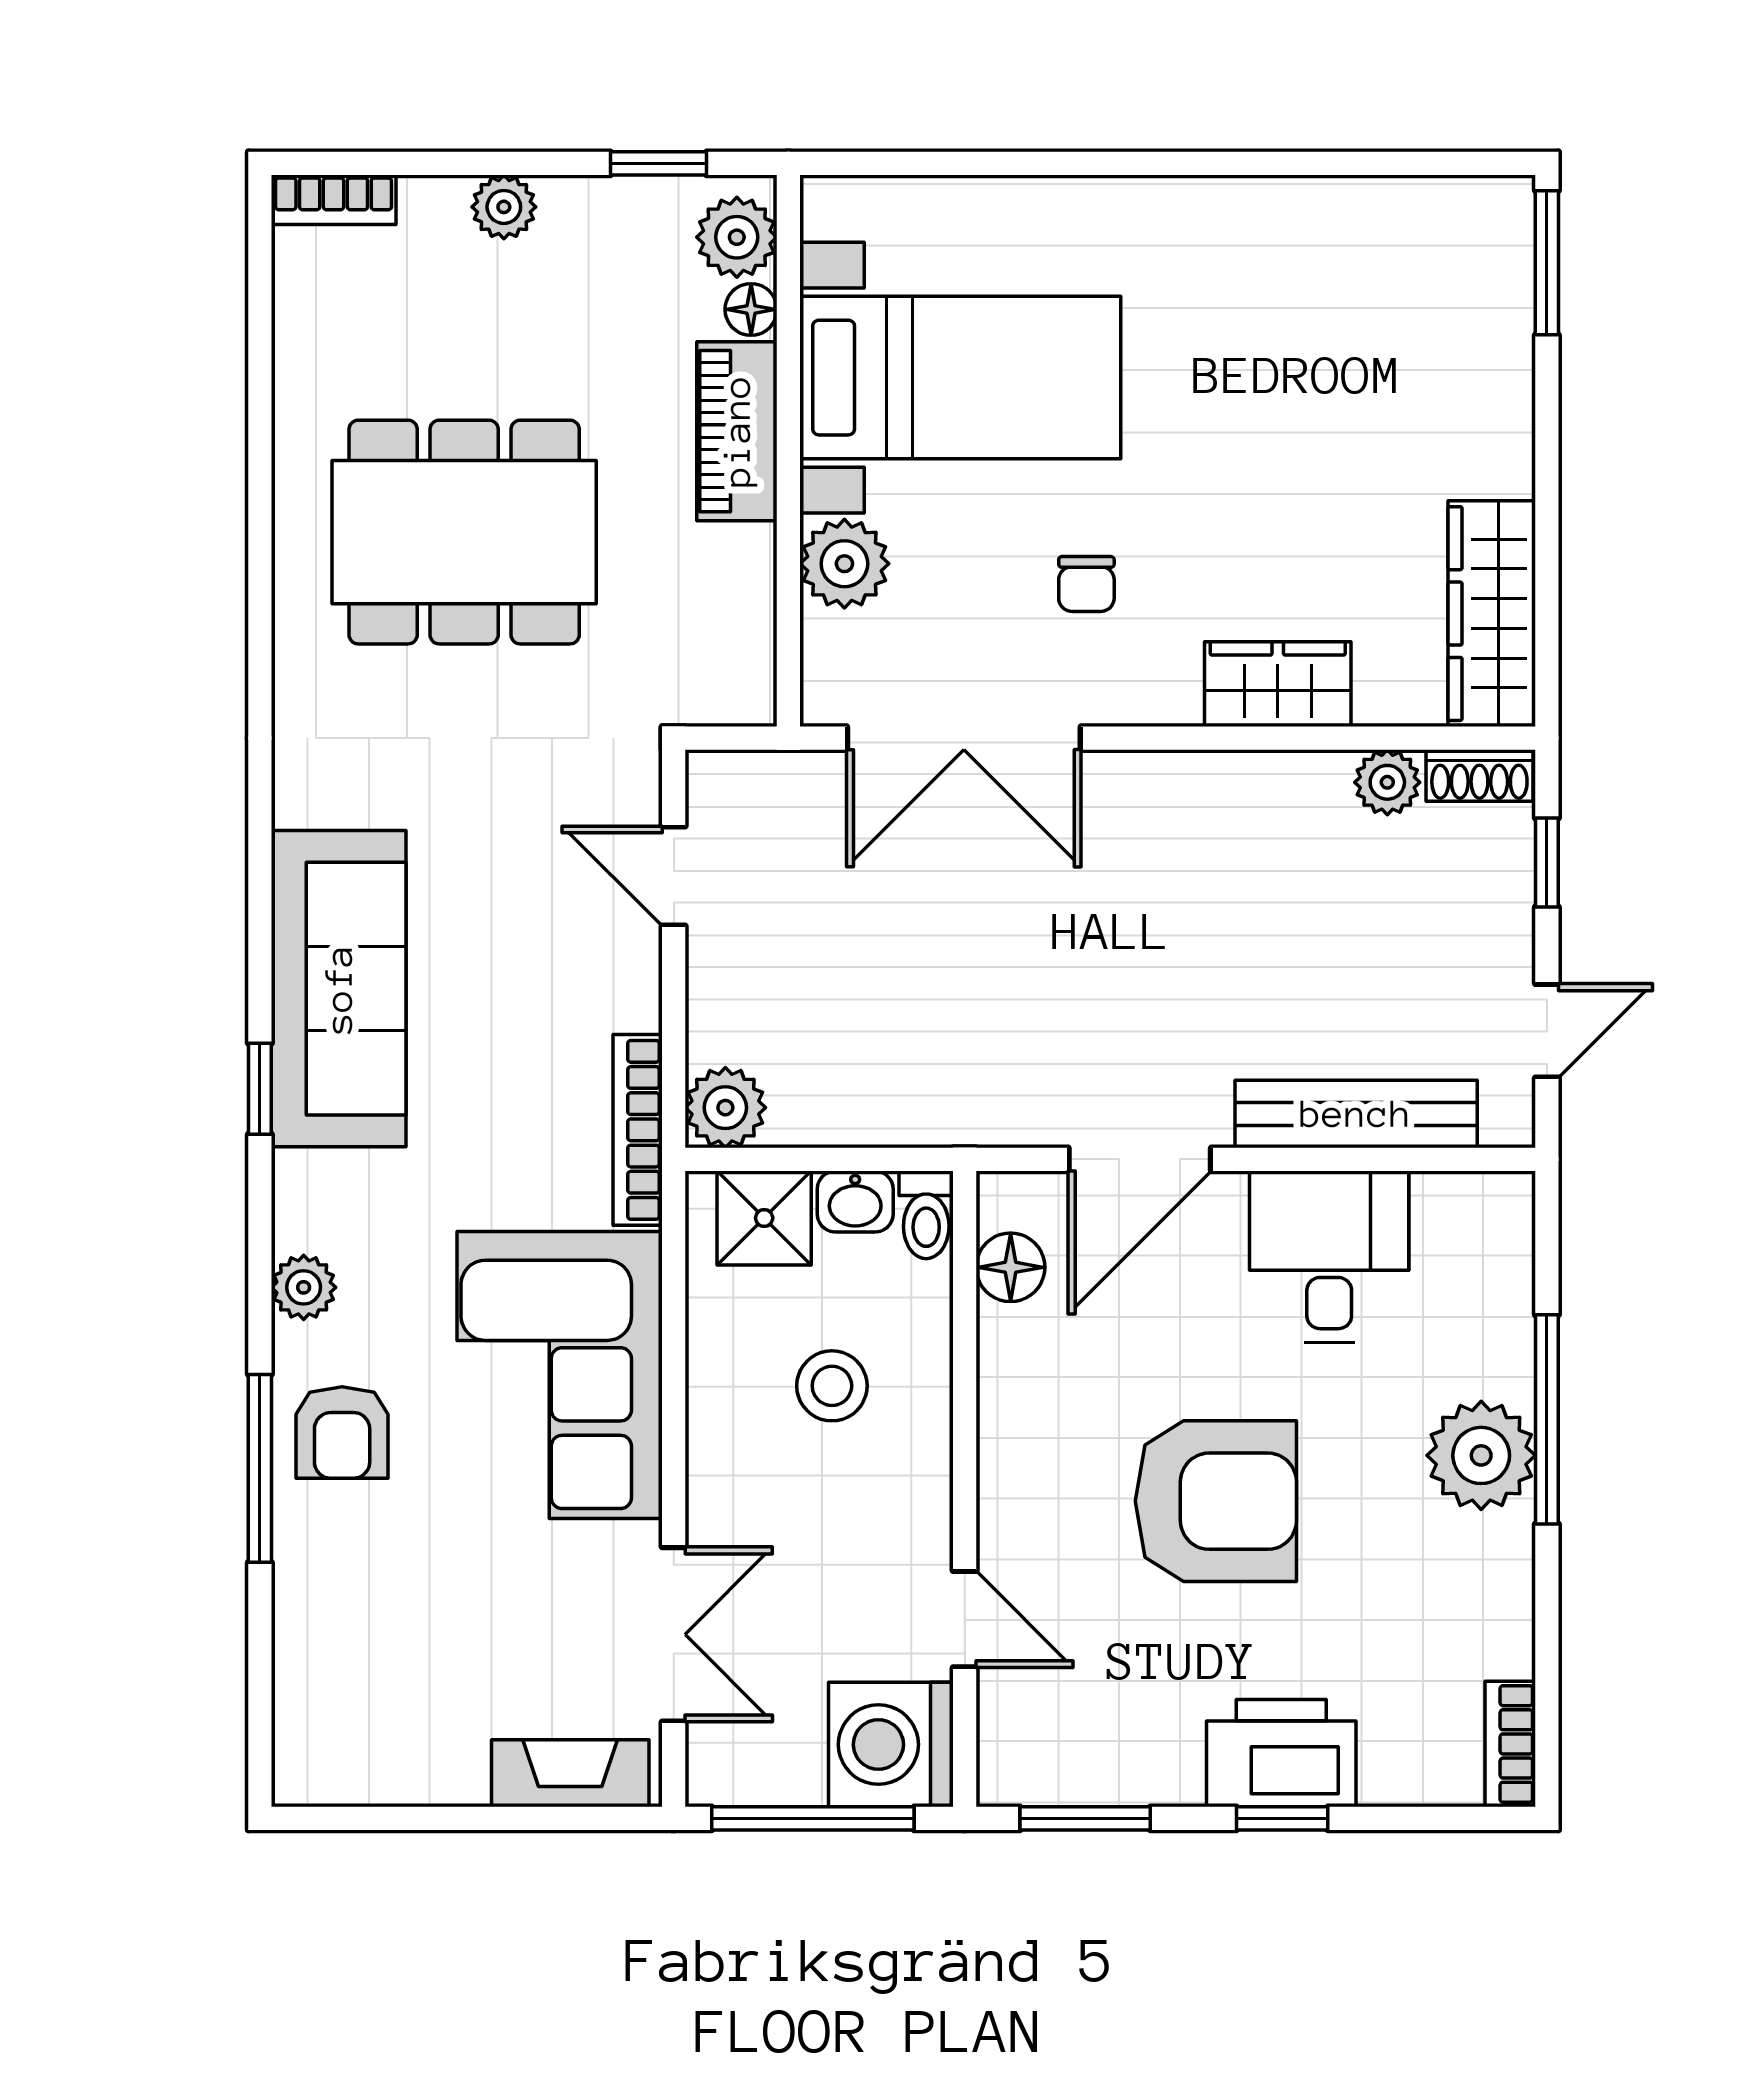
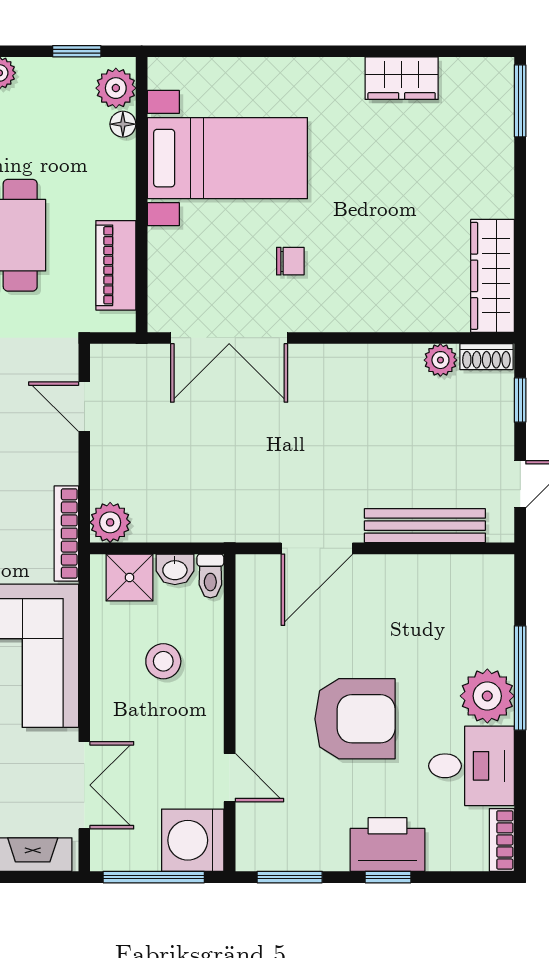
piano: (737, 431) -> (116, 265), moved
plant: (844, 564) -> (170, 251), removed
chair: (1086, 584) -> (290, 261), turned -90
wardrobe: (1278, 684) -> (402, 78), moved, turned 180
desk: (1329, 1257) -> (472, 766), moved, turned 90
floor lamp: (1011, 1267) -> (252, 602), removed

